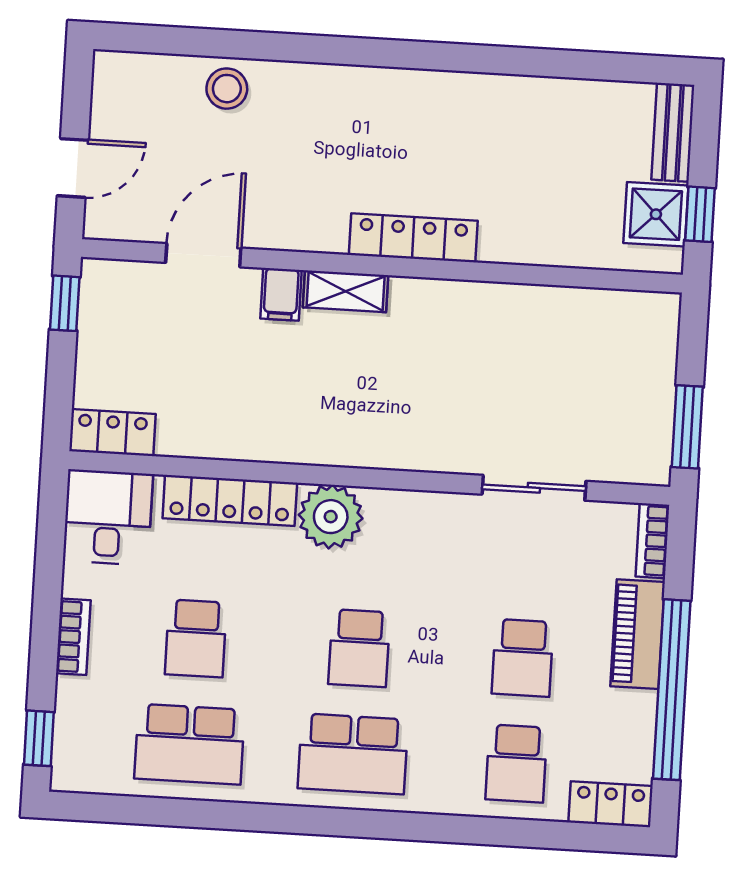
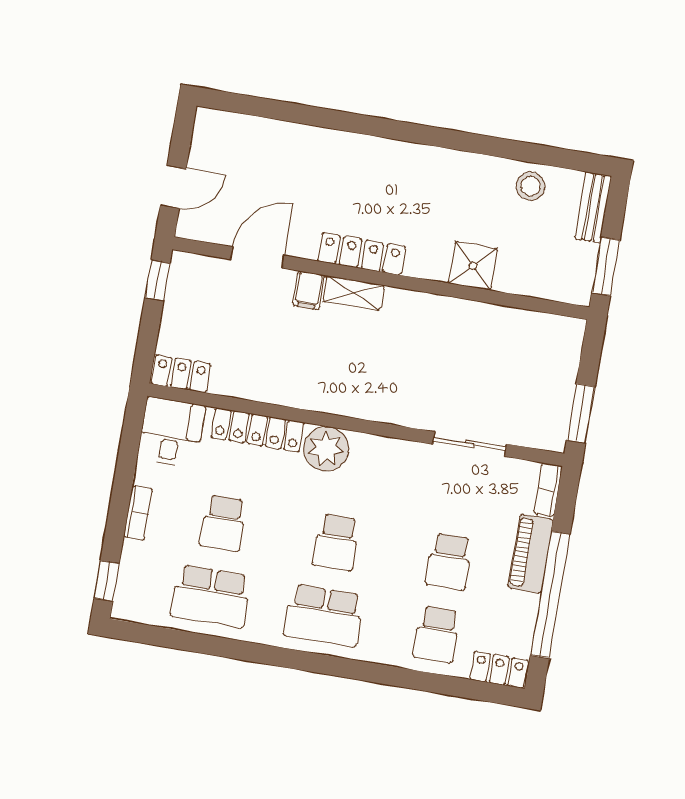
stool: (227, 89) -> (530, 186), moved
shower: (656, 214) -> (473, 266), moved
window: (700, 214) -> (606, 266), width x1.50
locker: (413, 238) -> (362, 254), moved

